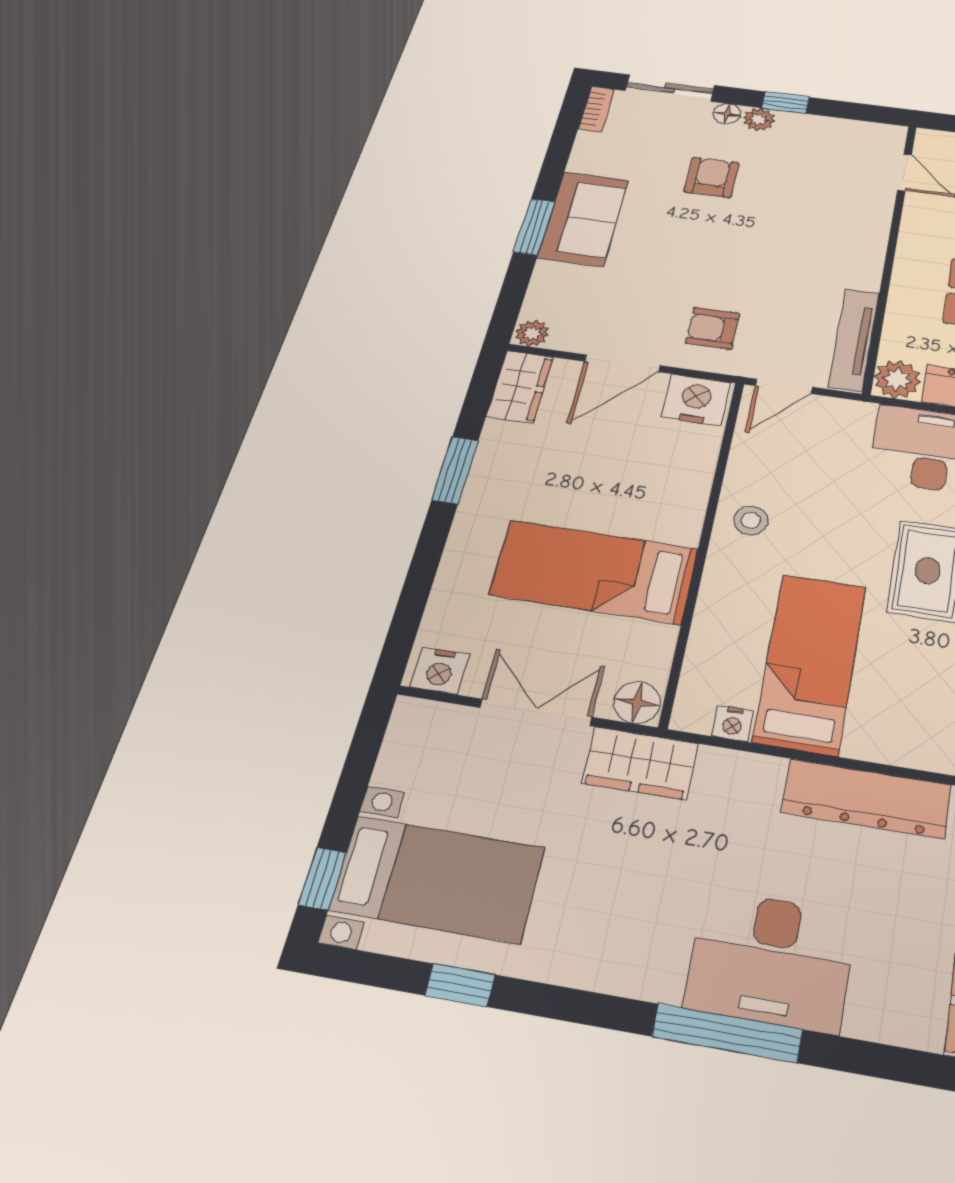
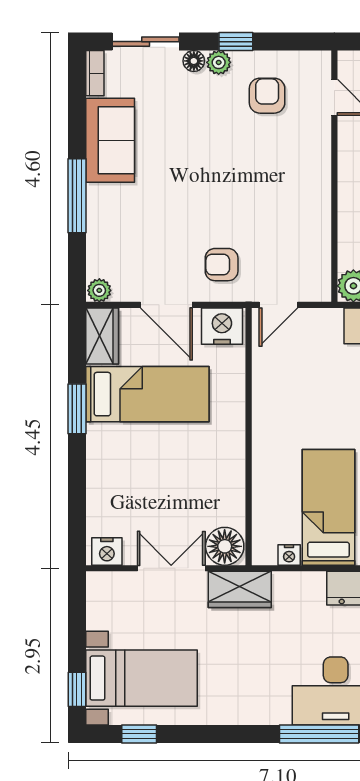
armchair: (712, 177) -> (267, 96), moved
sofa: (583, 219) -> (110, 140), moved
window: (534, 227) -> (77, 196), width x1.44
tv unit: (854, 340) -> (320, 257), removed
door: (622, 363) -> (166, 305), hinge flipped
stool: (751, 520) -> (275, 413), removed
bed: (594, 572) -> (147, 394), moved, turned 180
floor lamp: (637, 703) -> (225, 546), width x1.38, depth x1.38
window: (460, 985) -> (139, 734), moved

